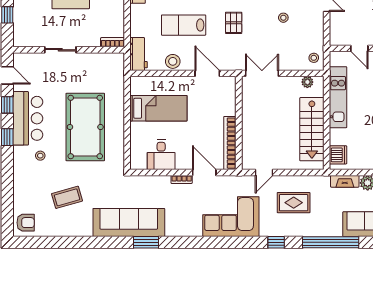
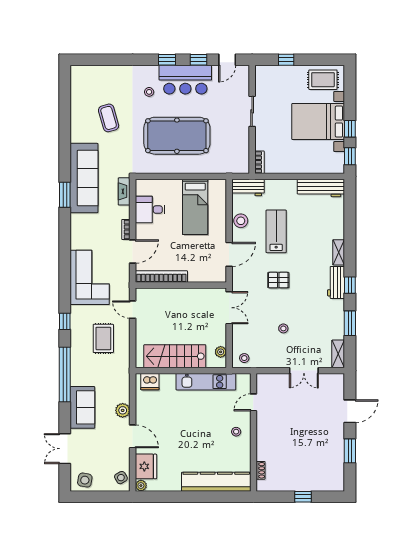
fireplace: (345, 181) -> (124, 191), moved
armchair: (26, 223) -> (84, 78), removed

